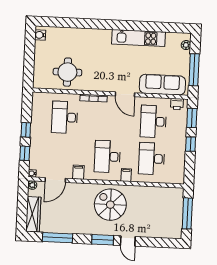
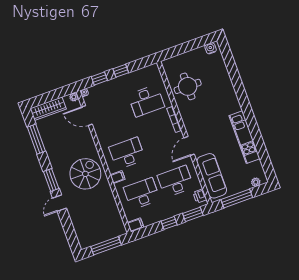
desk: (65, 117) -> (146, 101), turned 180
filing cabinet: (78, 172) -> (136, 225), moved

